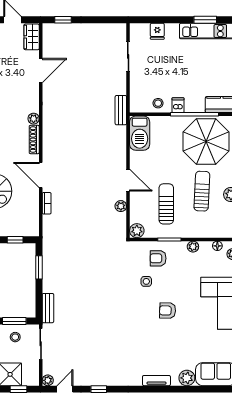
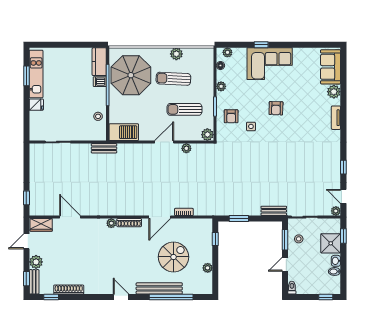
fridge: (157, 31) -> (36, 105), moved
dishwasher: (178, 105) -> (100, 82), moved

